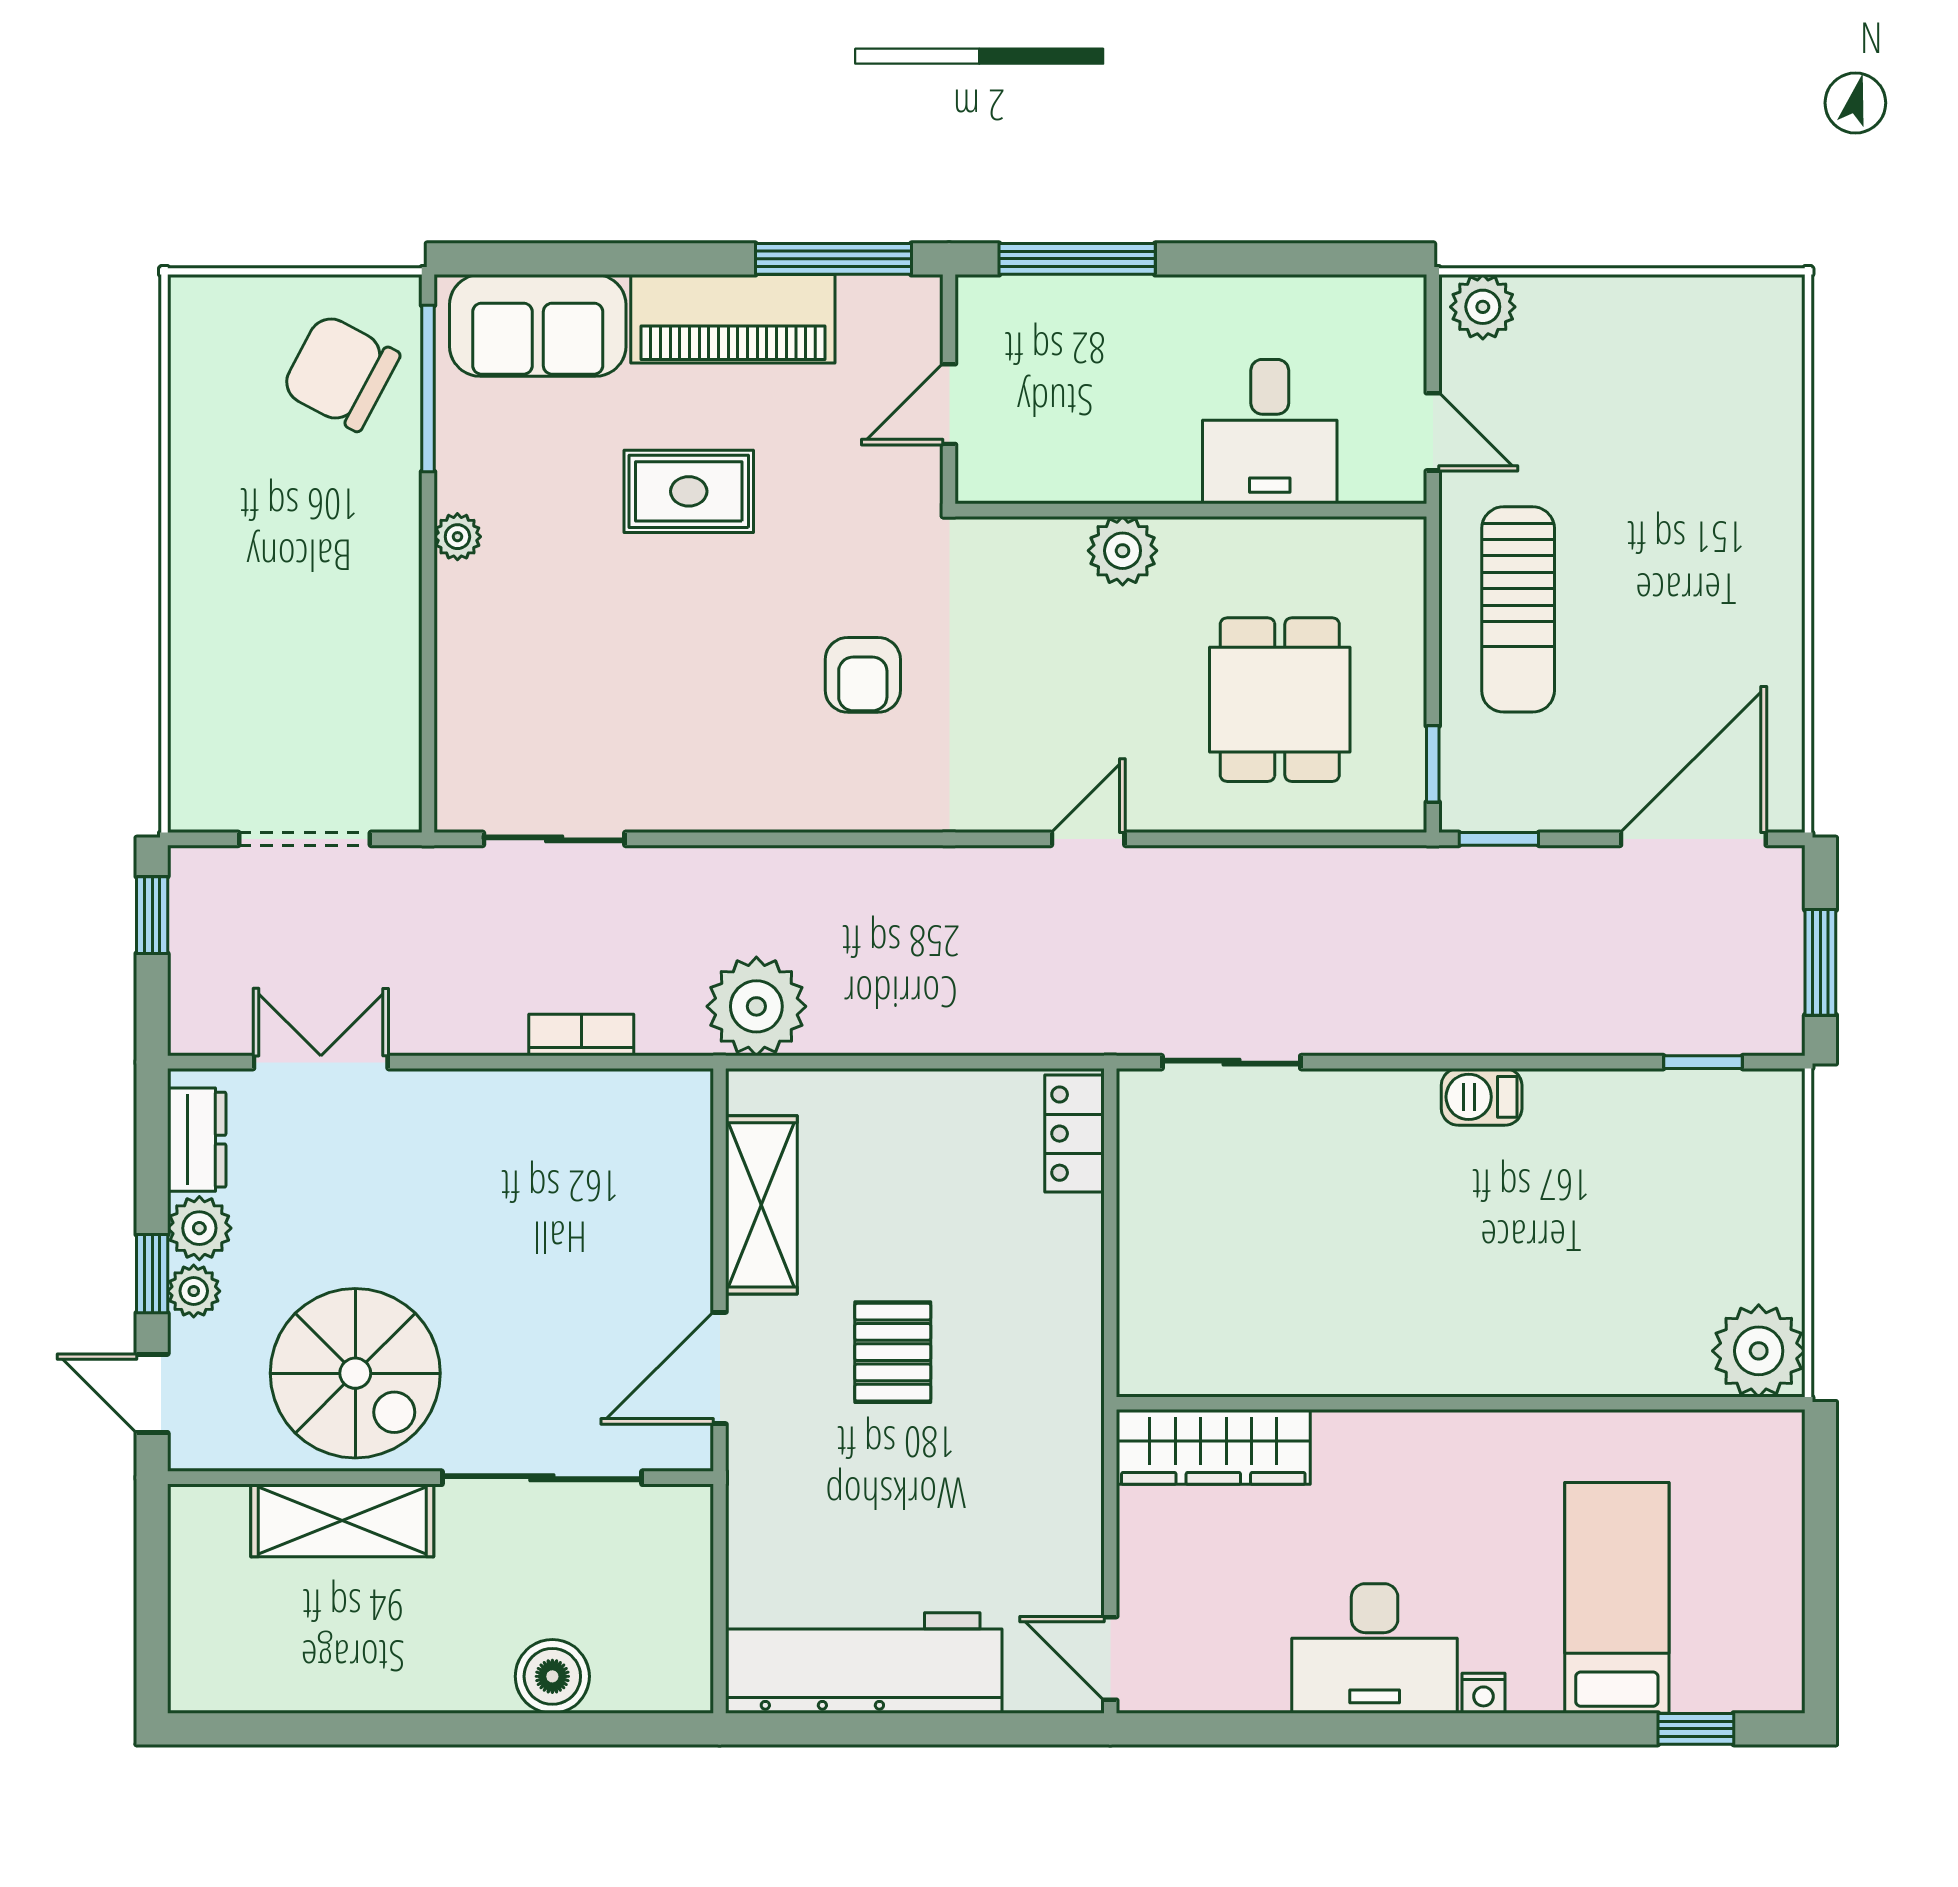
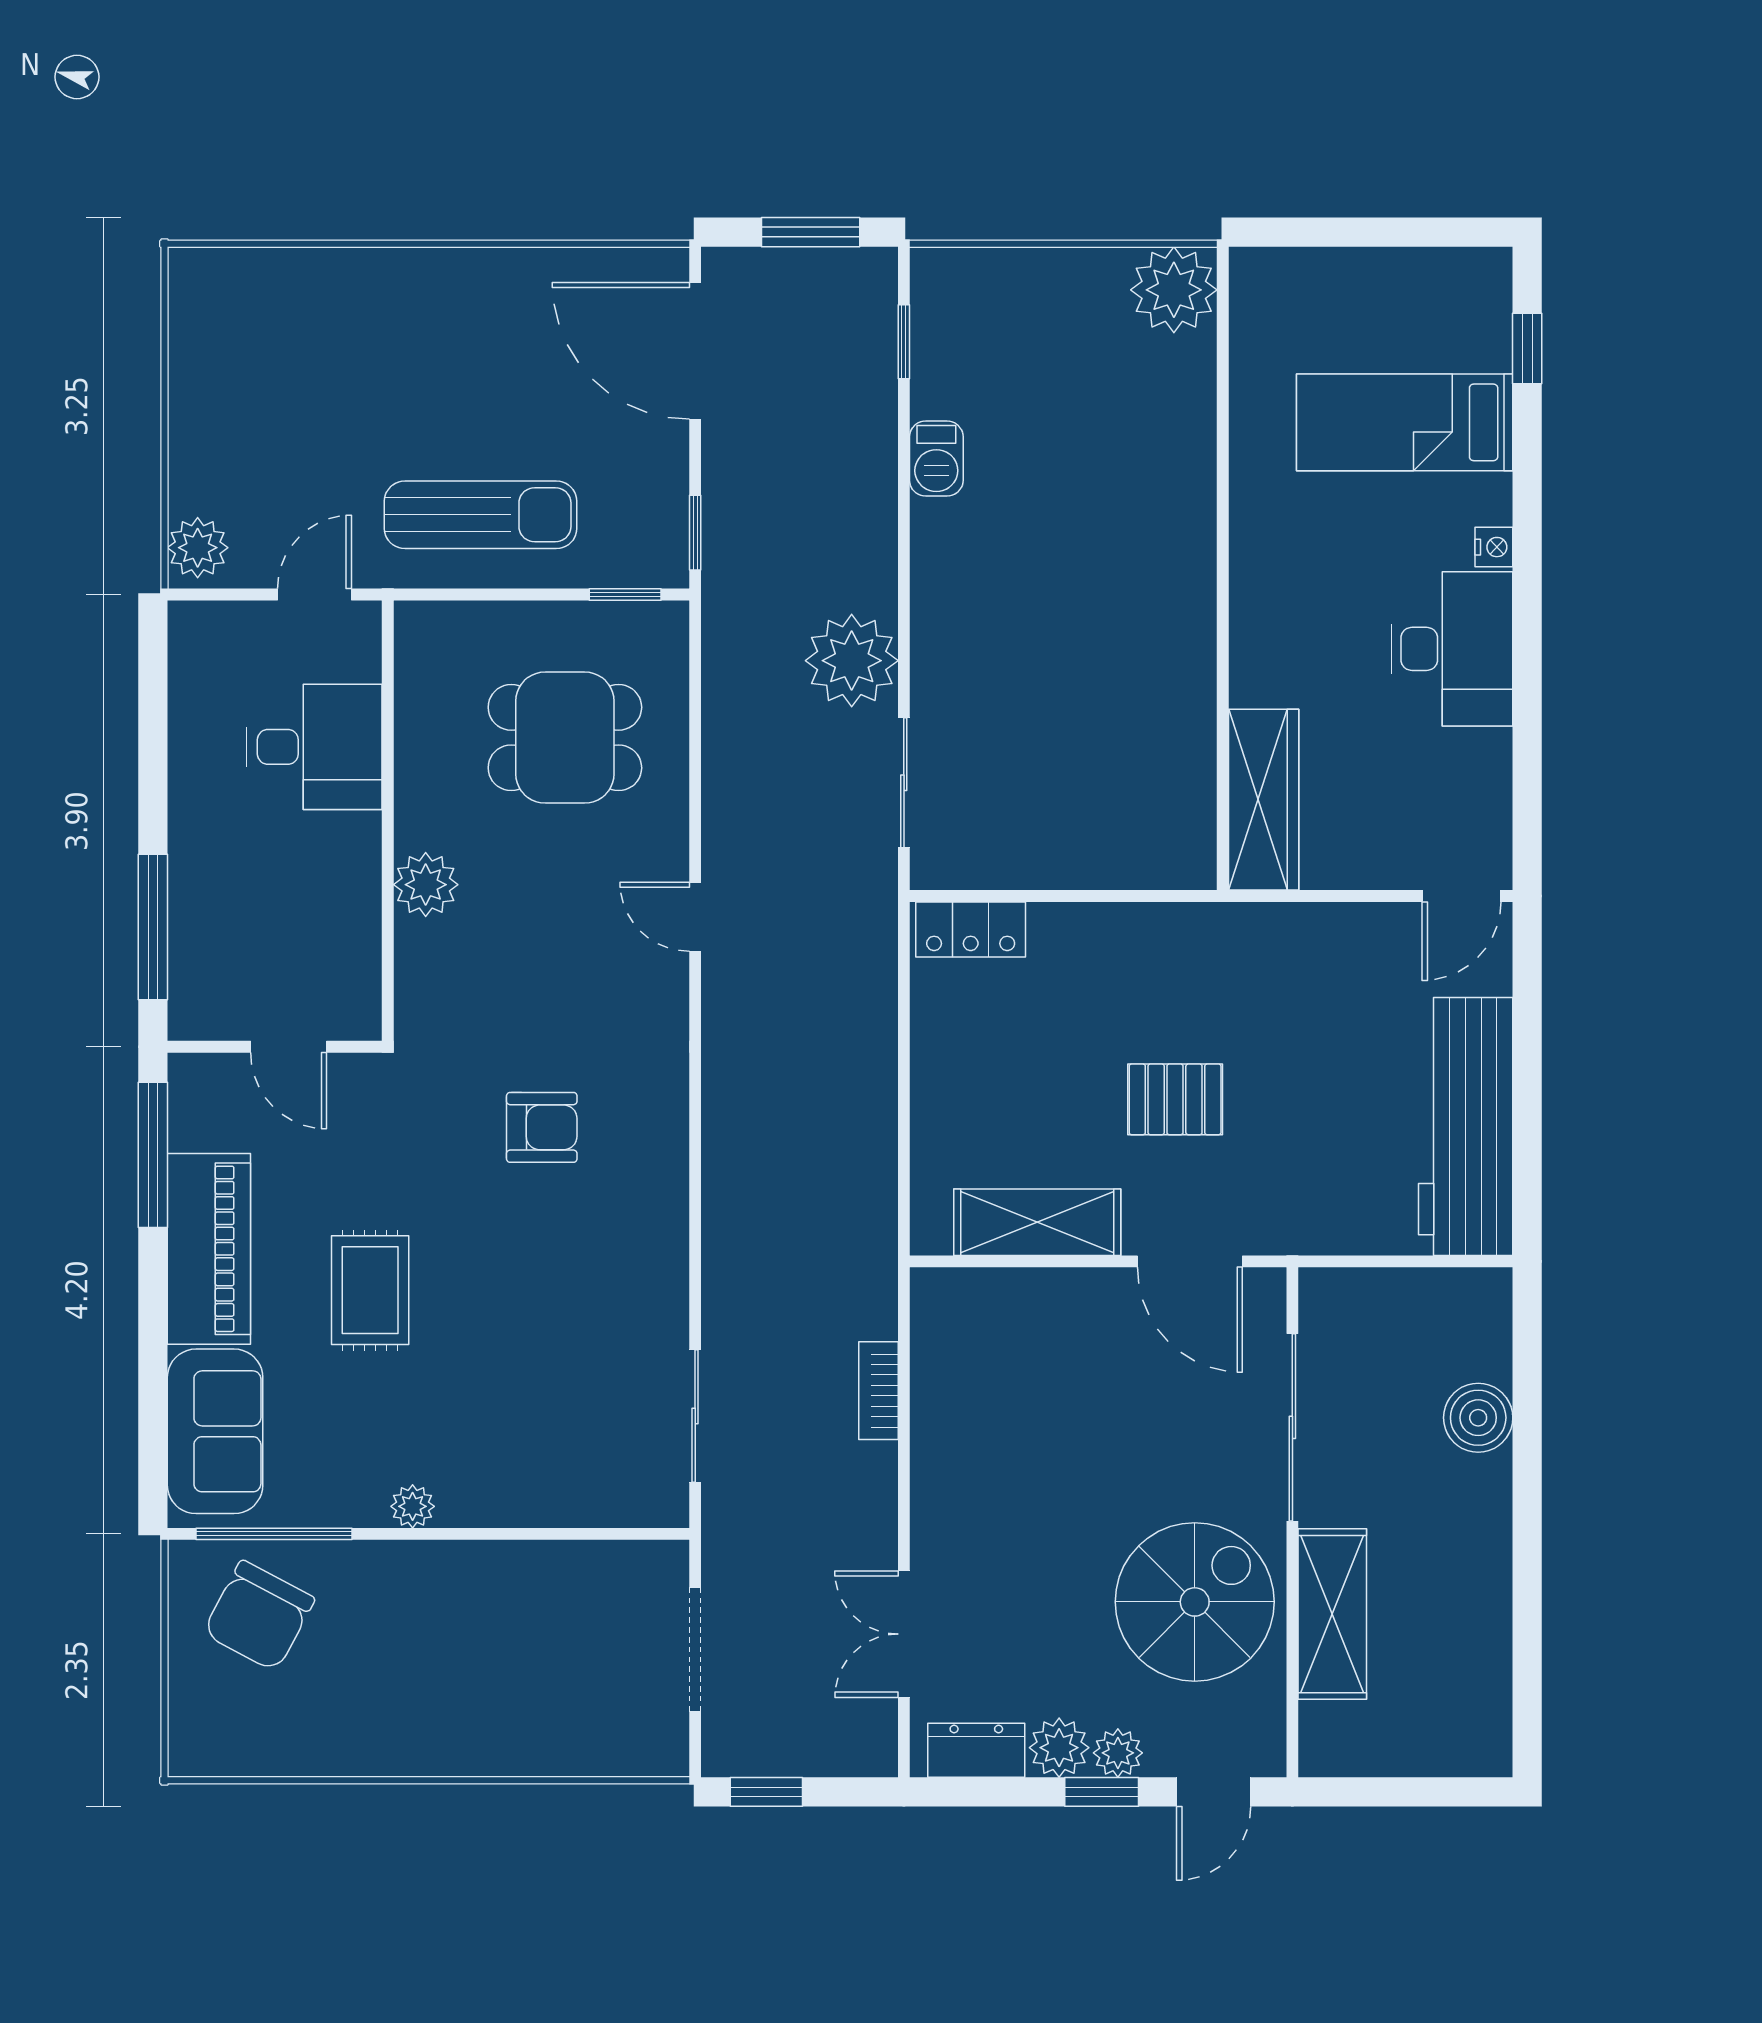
plant: (756, 1006) -> (852, 661), moved
barbecue: (1482, 1097) -> (936, 459), moved

